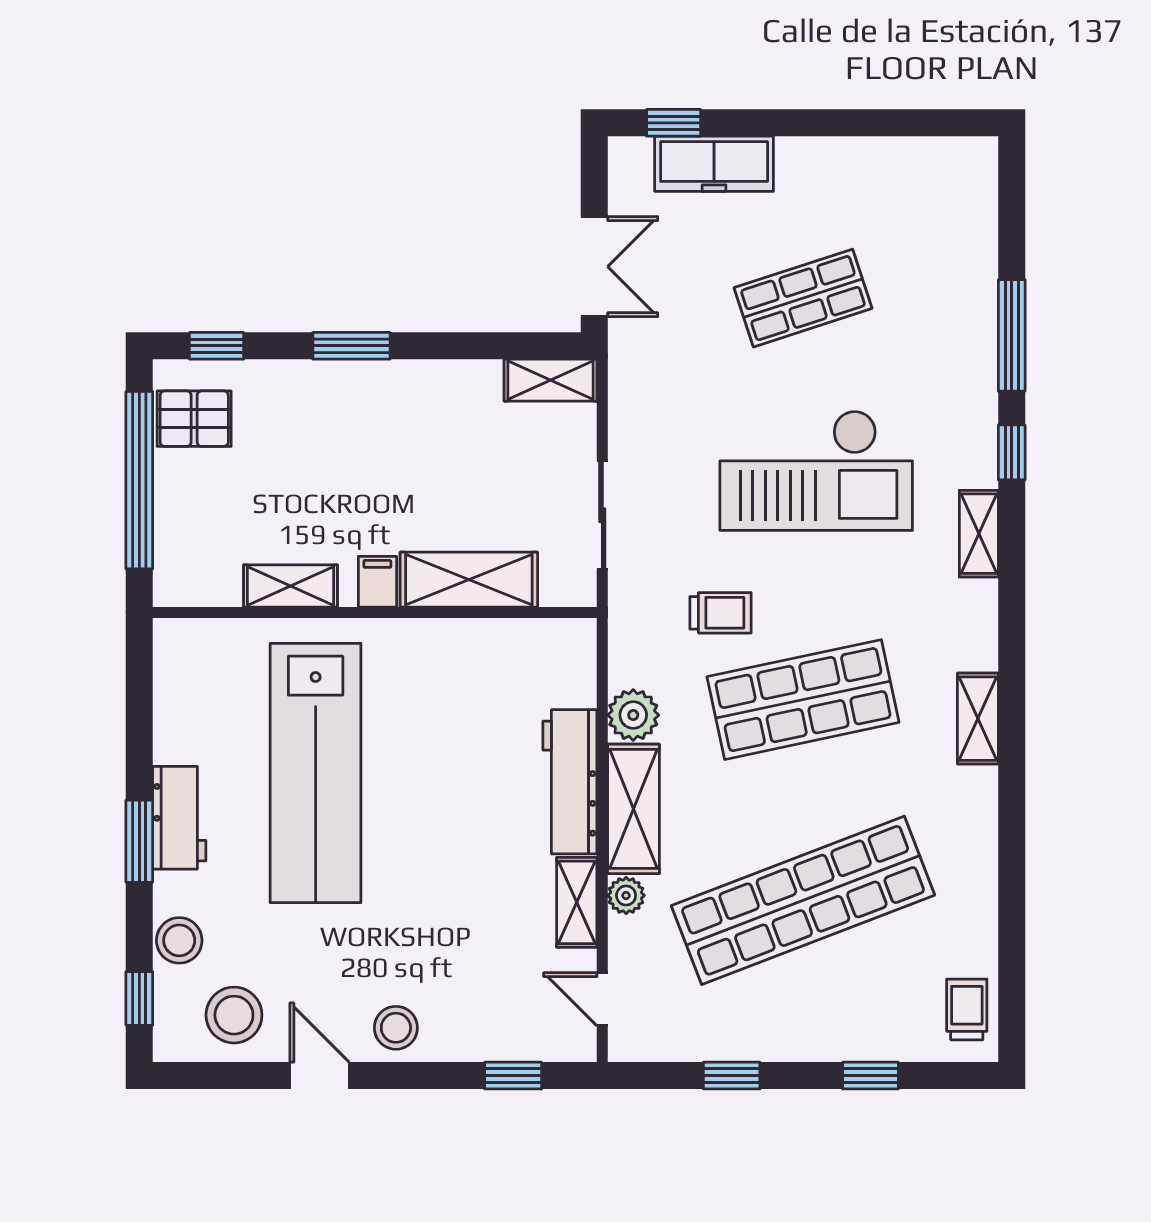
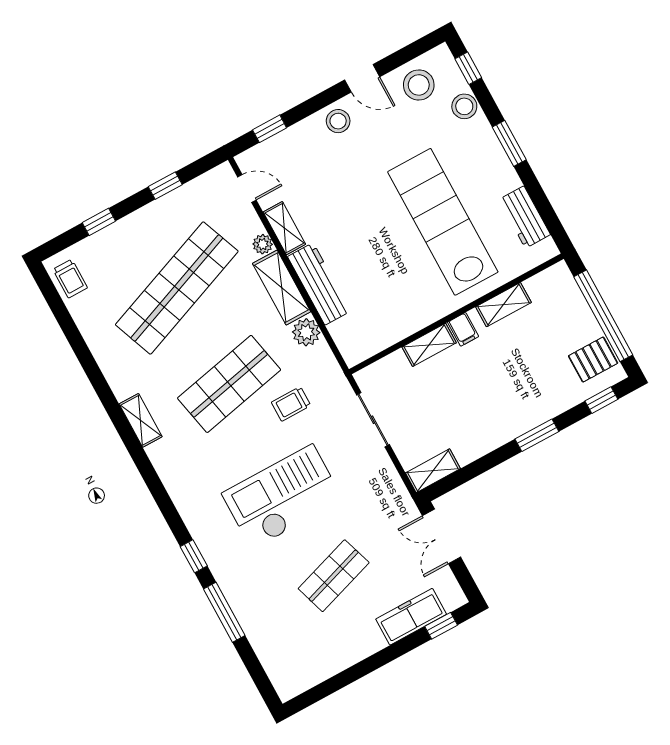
shelving: (979, 534) -> (188, 509), removed
shelving: (469, 580) -> (429, 345), width x0.67, depth x0.75
workbench: (179, 818) -> (525, 217), moved

